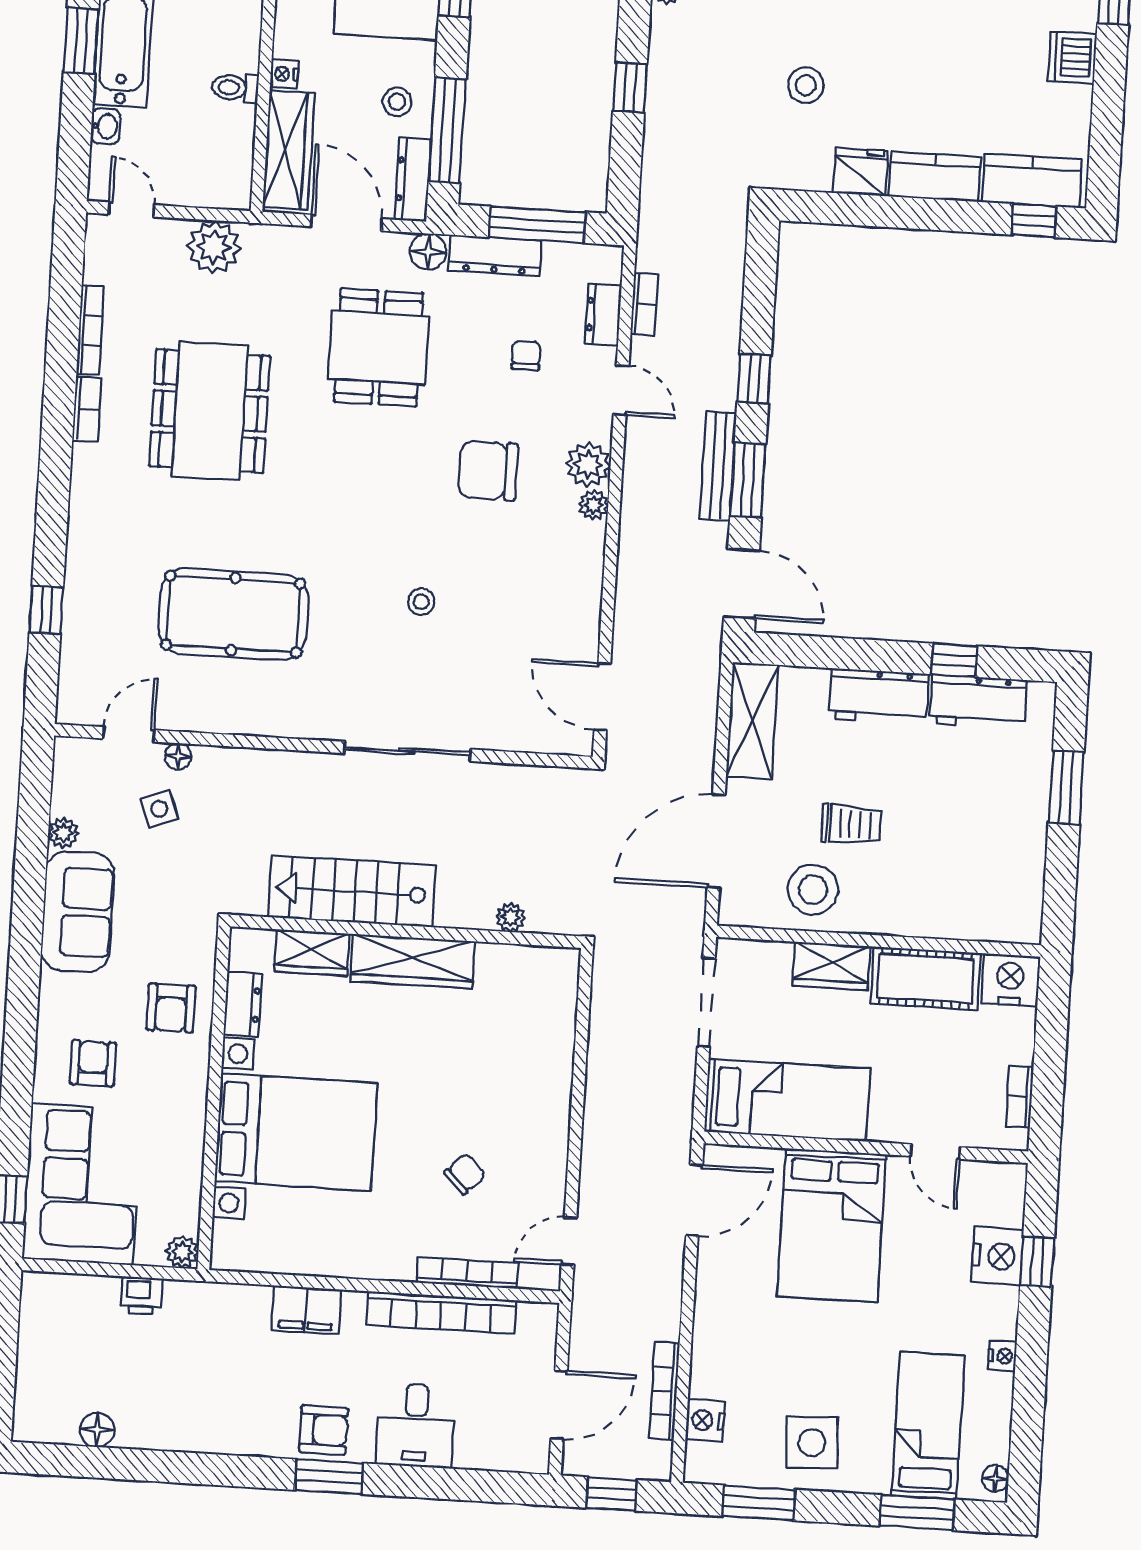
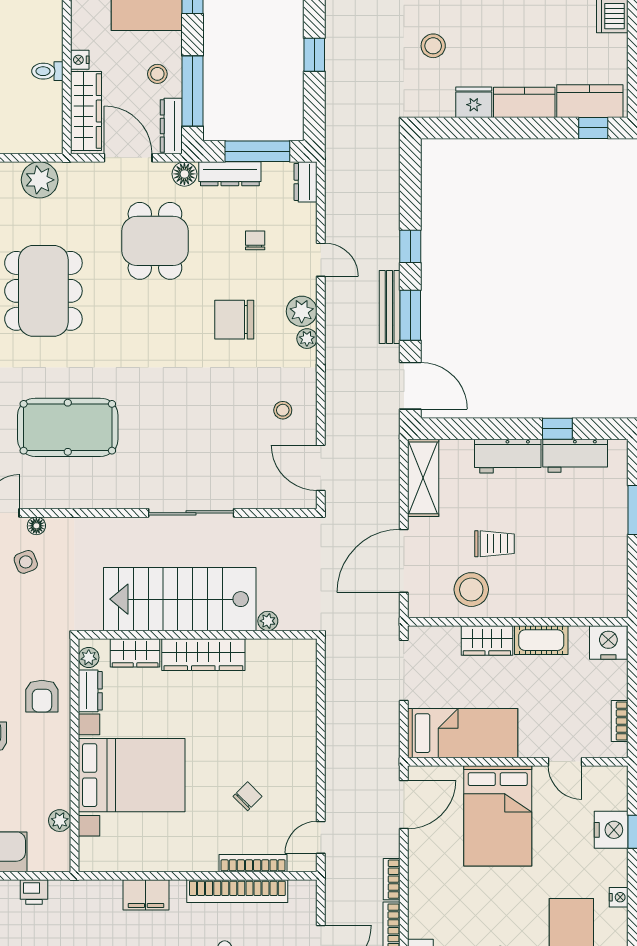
bookcase: (644, 304) -> (392, 879), moved, turned 180
dresser: (603, 315) -> (306, 182), moved
stool: (421, 602) -> (283, 410), moved
stairs: (352, 891) -> (180, 599), width x1.36, depth x1.51
plant: (243, 955) -> (89, 657), added
cot: (926, 978) -> (541, 640), width x0.73, depth x0.75
plant: (182, 1252) -> (60, 821), moved

